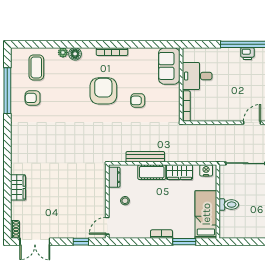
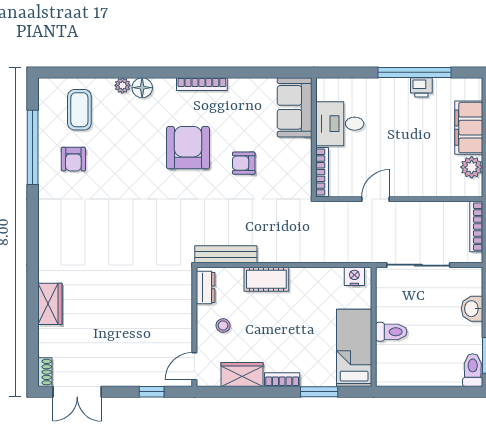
armchair: (33, 98) -> (73, 159), turned -90
door: (252, 123) -> (376, 199), moved
bench: (145, 157) -> (226, 254), moved
wardrobe: (179, 172) -> (242, 374), moved, turned 180

